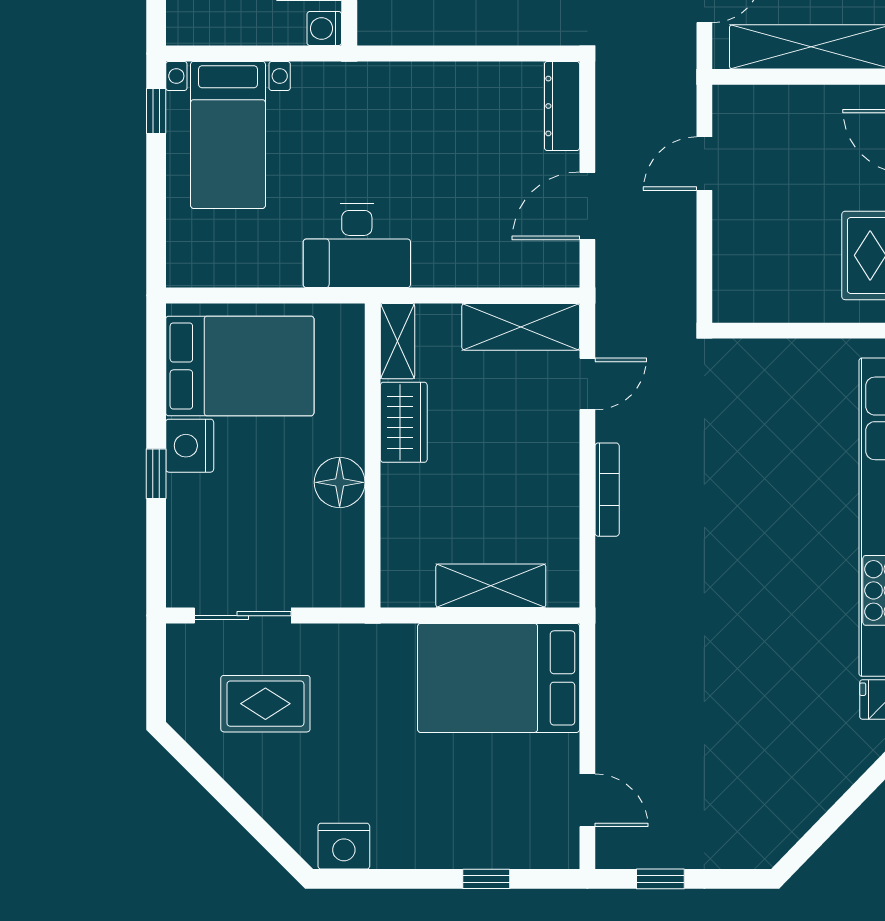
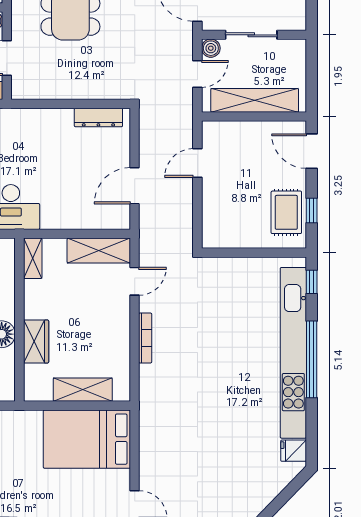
dresser: (562, 106) -> (98, 118), moved, turned -90
wardrobe: (404, 422) -> (36, 341), moved

